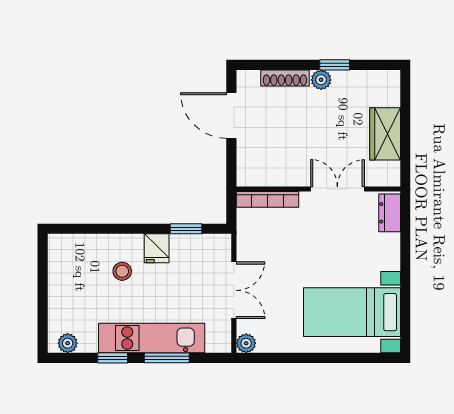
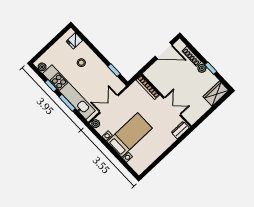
door: (231, 115) -> (164, 51), swing flipped
wardrobe: (385, 134) -> (216, 94), moved
fridge: (157, 248) -> (74, 41), moved
double door: (234, 290) -> (109, 104), swing flipped
bed with nightstands: (352, 312) -> (130, 135), moved, turned 90
kitchen unit: (152, 338) -> (69, 92), width x1.36

